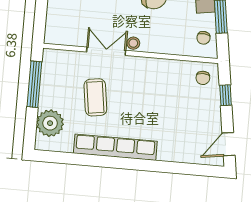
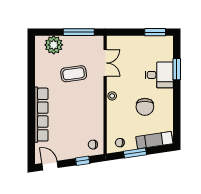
double door: (106, 51) -> (105, 63), moved
row of seats: (115, 147) -> (41, 115), moved

